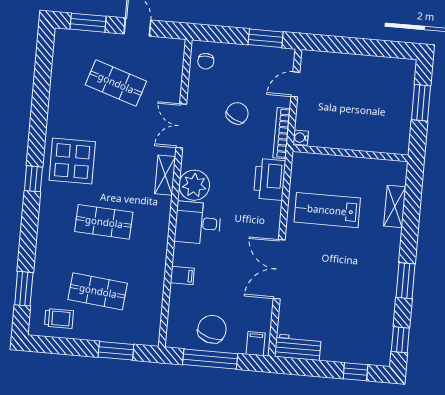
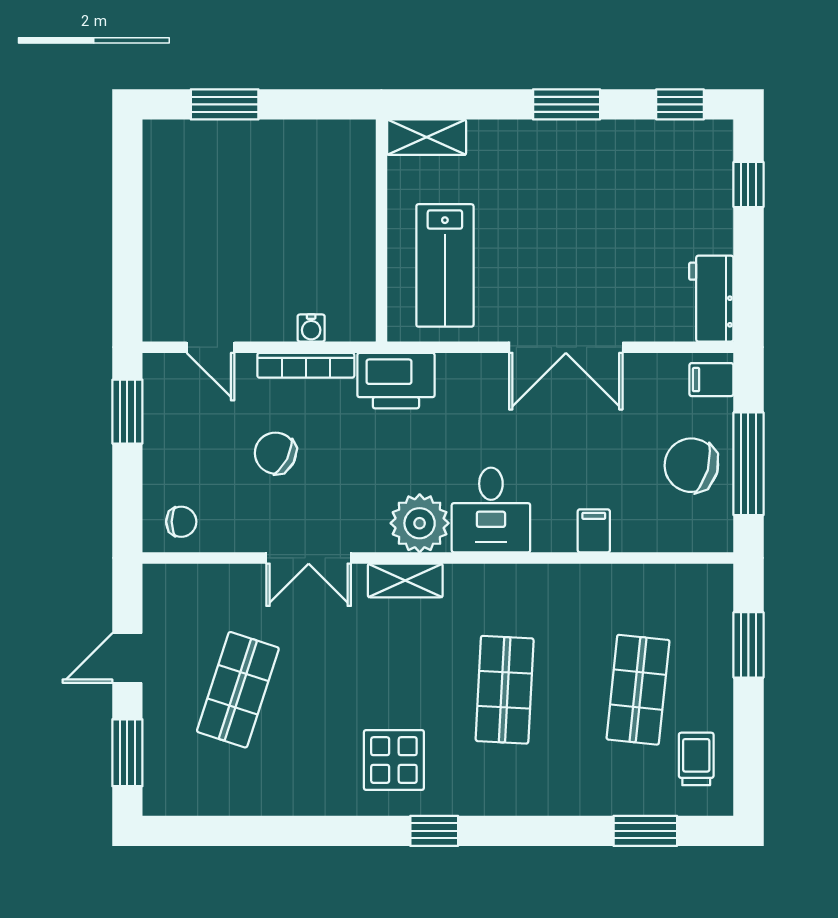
wall: (350, 153) -> (381, 231), moved
display table: (72, 161) -> (394, 760), width x0.73, depth x0.73

